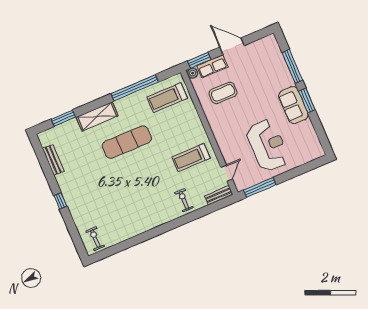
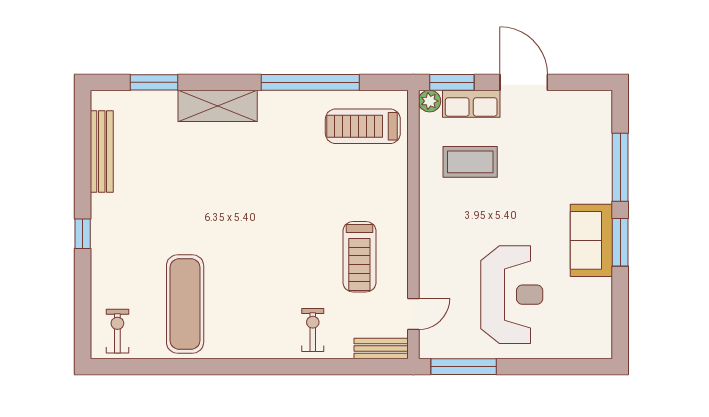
exercise mat: (127, 142) -> (185, 304), moved, turned 90
treadmill: (191, 158) -> (359, 257), turned -90
bench: (53, 160) -> (102, 151), width x1.36

